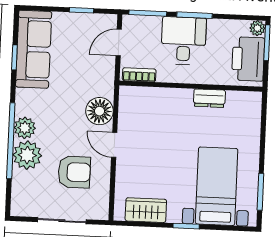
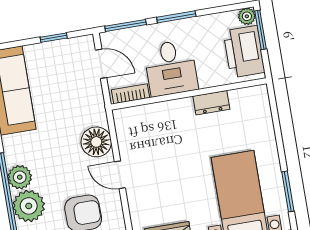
desk: (184, 41) -> (171, 68), moved, turned 180
door: (119, 43) -> (101, 64), swing flipped

